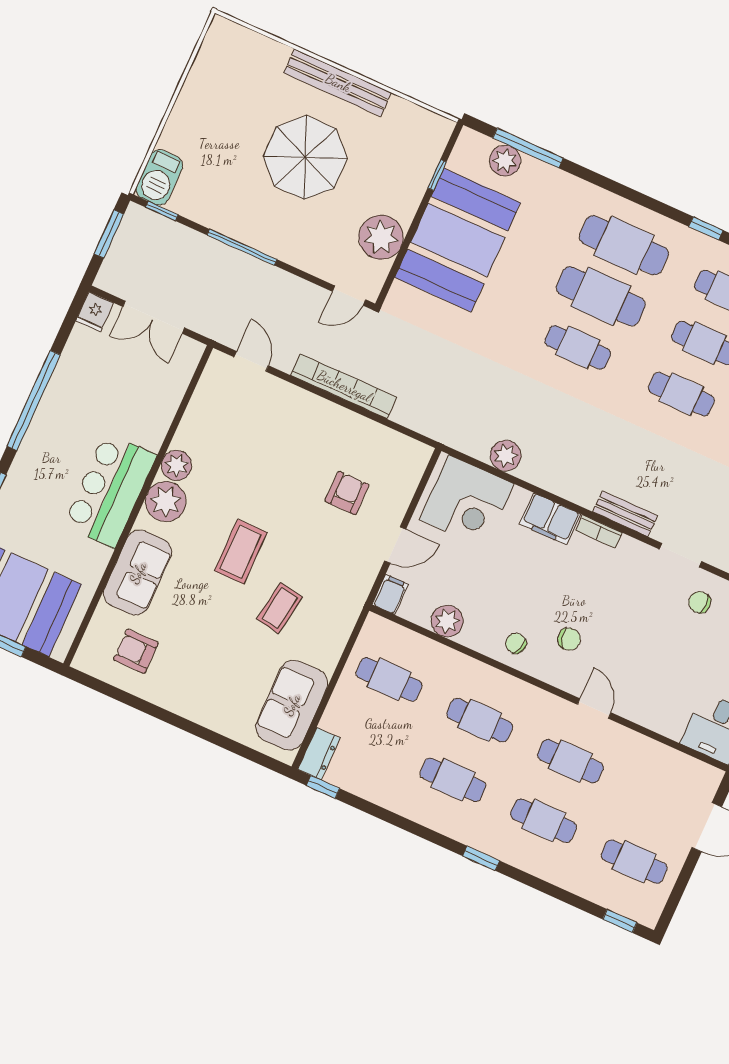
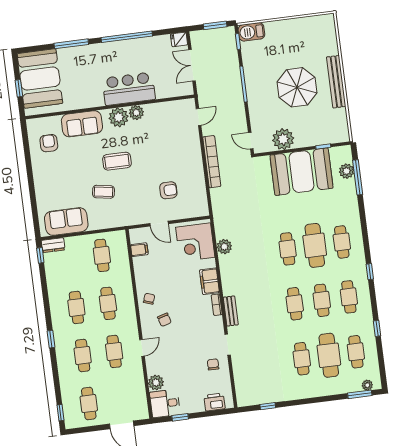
cafe table: (624, 245) -> (342, 242), width x0.73, depth x0.74
bar counter: (110, 490) -> (129, 89), moved
filing cabinet: (390, 594) -> (139, 250), moved
plant: (447, 621) -> (156, 383), moved

